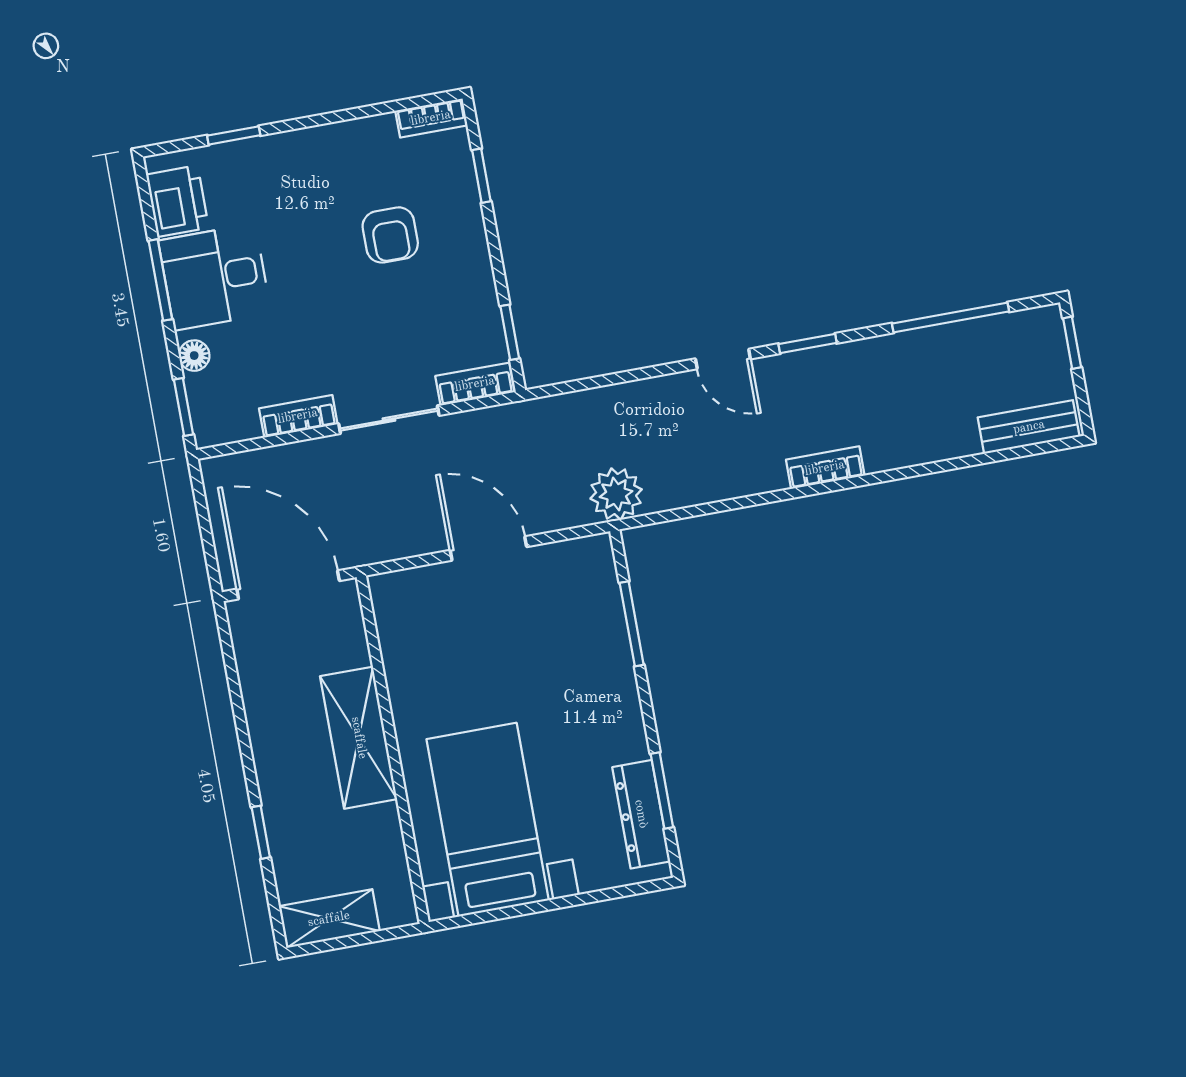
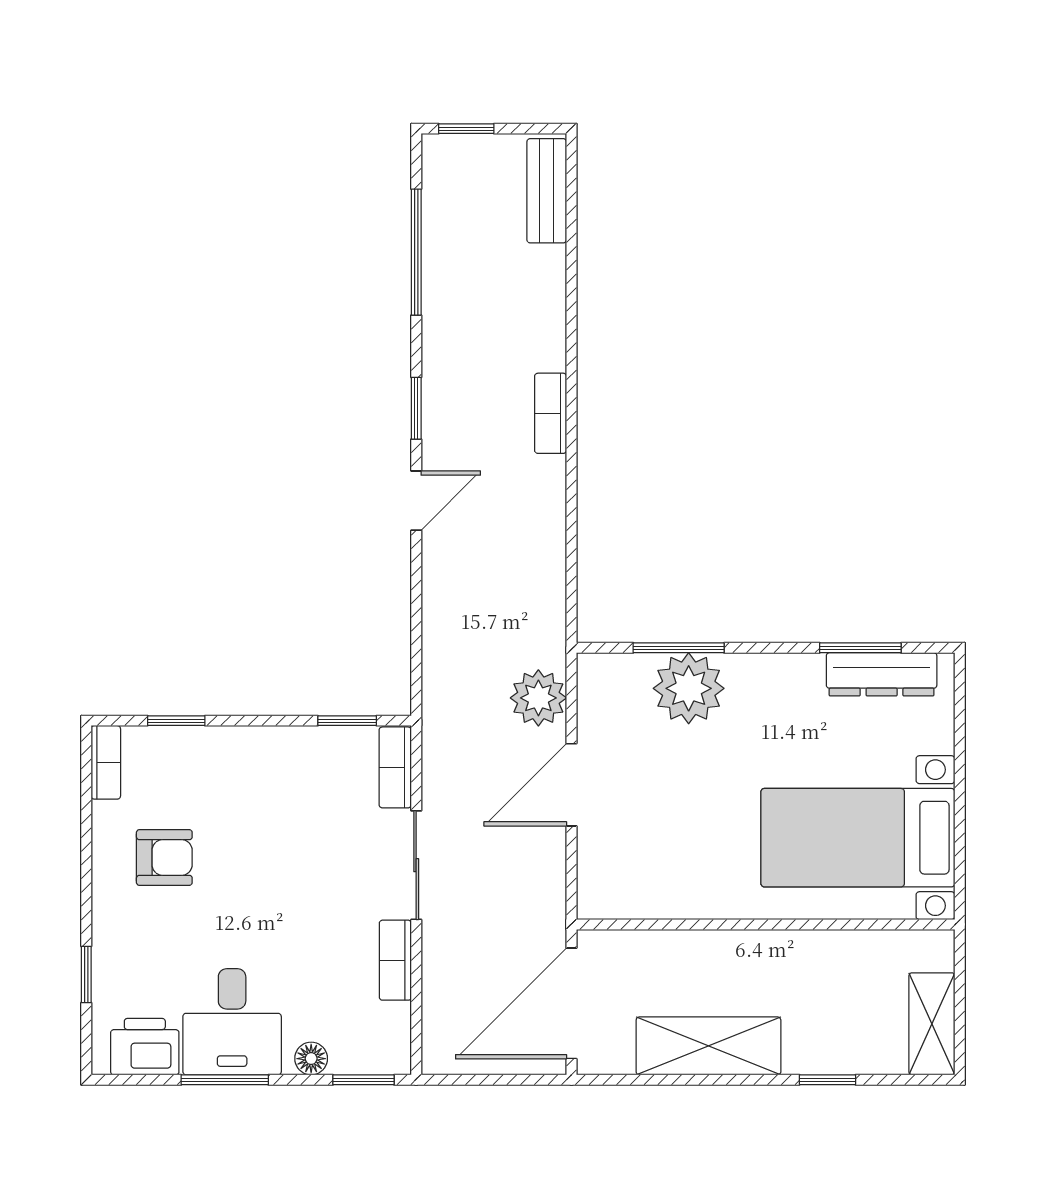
armchair: (390, 235) -> (164, 858), moved
plant: (616, 494) -> (538, 698), moved
plant: (596, 640) -> (689, 688), added
shelving: (359, 738) -> (708, 1046), moved

